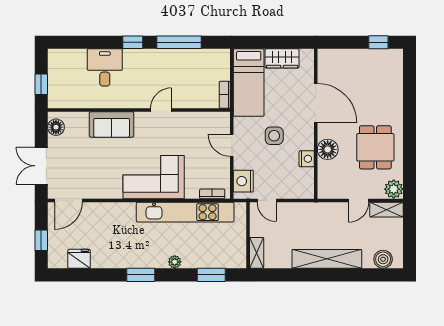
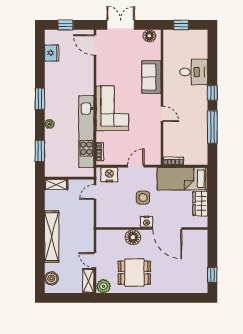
door: (316, 103) -> (167, 228), hinge flipped
nightstand: (307, 159) -> (146, 222), moved

